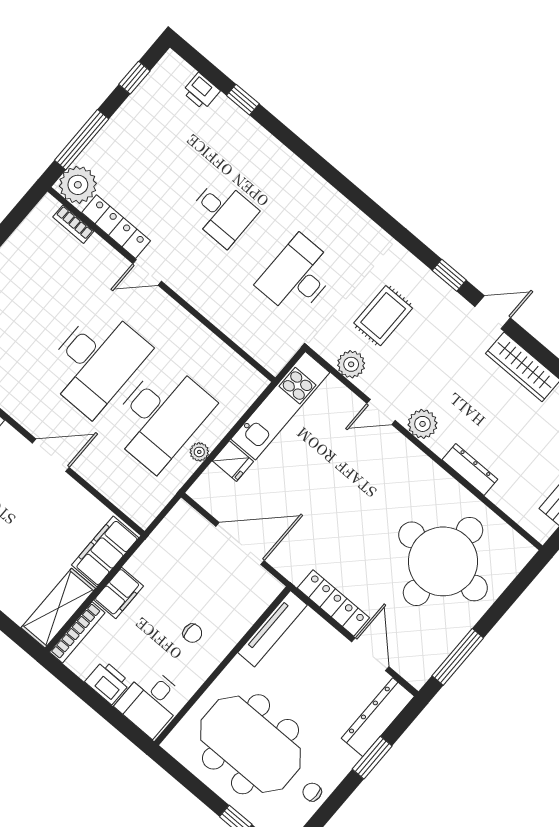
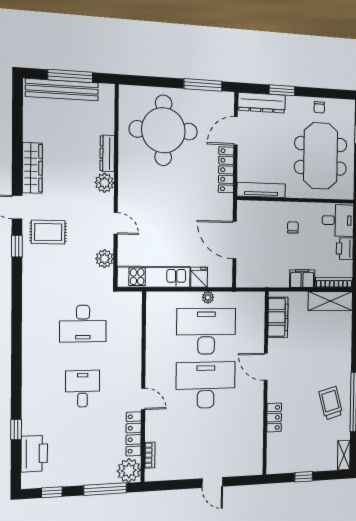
printer: (201, 91) -> (34, 454), width x1.87, depth x1.48
rug: (383, 316) -> (48, 232), moved
plant: (423, 424) -> (104, 183), moved
filing cabinet: (105, 551) -> (278, 317), moved, turned -90

